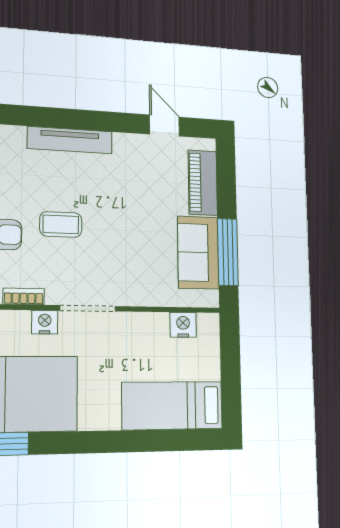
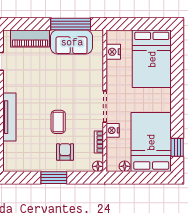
bed: (172, 406) -> (152, 59), width x1.50

